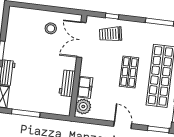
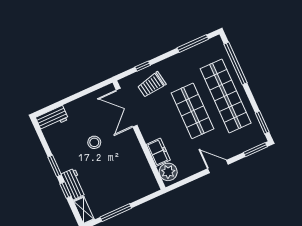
stool: (51, 28) -> (94, 142), moved
shop shelf: (129, 72) -> (192, 111), width x1.43, depth x1.36
workbench: (67, 83) -> (52, 118), moved, turned -90

